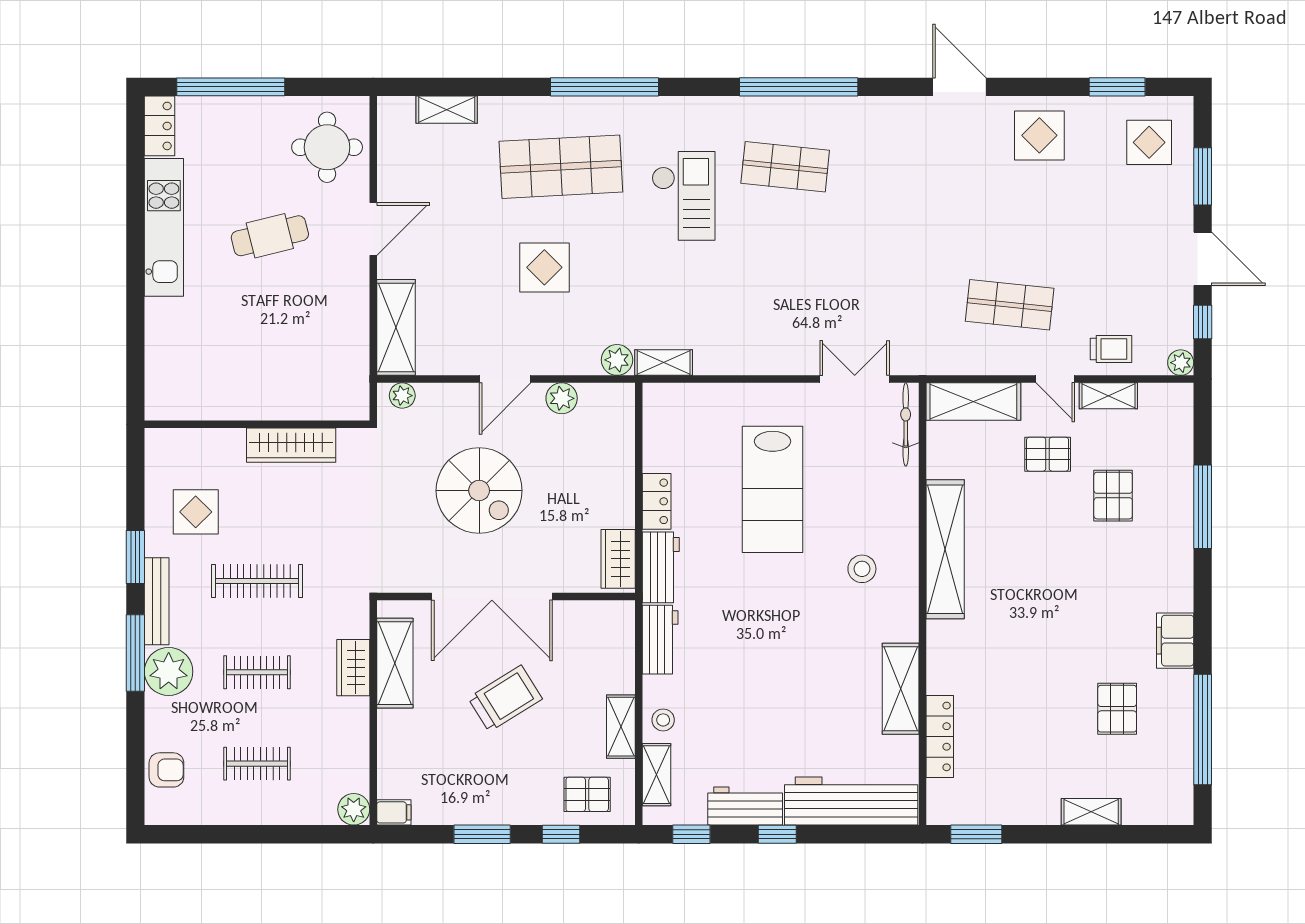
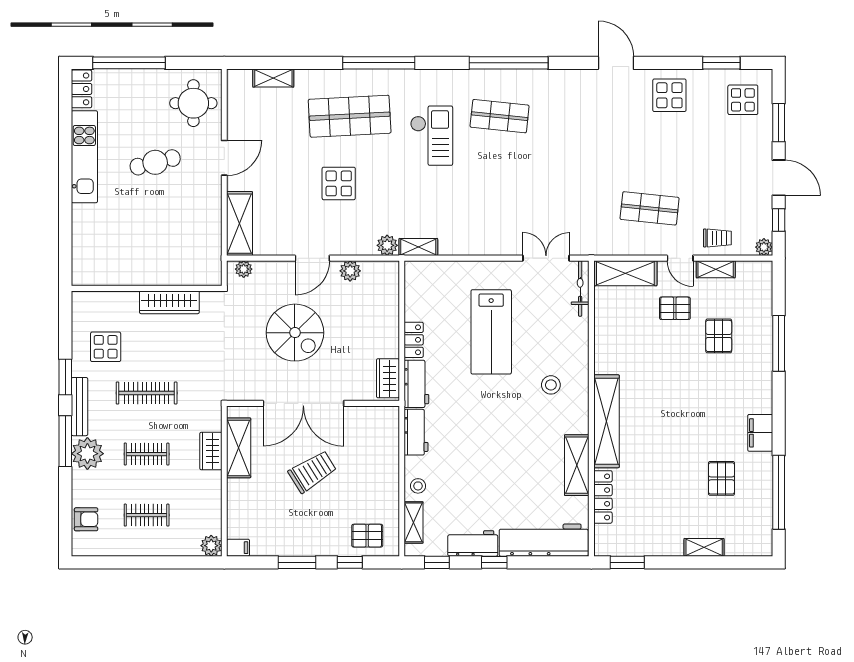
shelving: (945, 549) -> (606, 421), moved
shelving: (621, 727) -> (390, 490), removed

